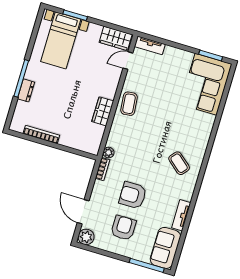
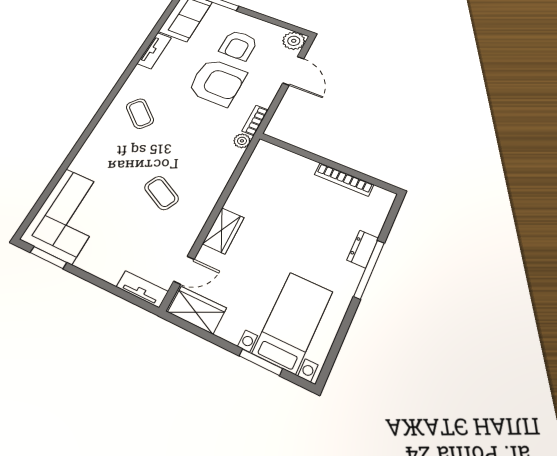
coffee table: (129, 104) -> (161, 193), moved, turned -57
wardrobe: (103, 111) -> (223, 231), moved
armchair: (133, 195) -> (217, 82), width x1.36, depth x1.36

